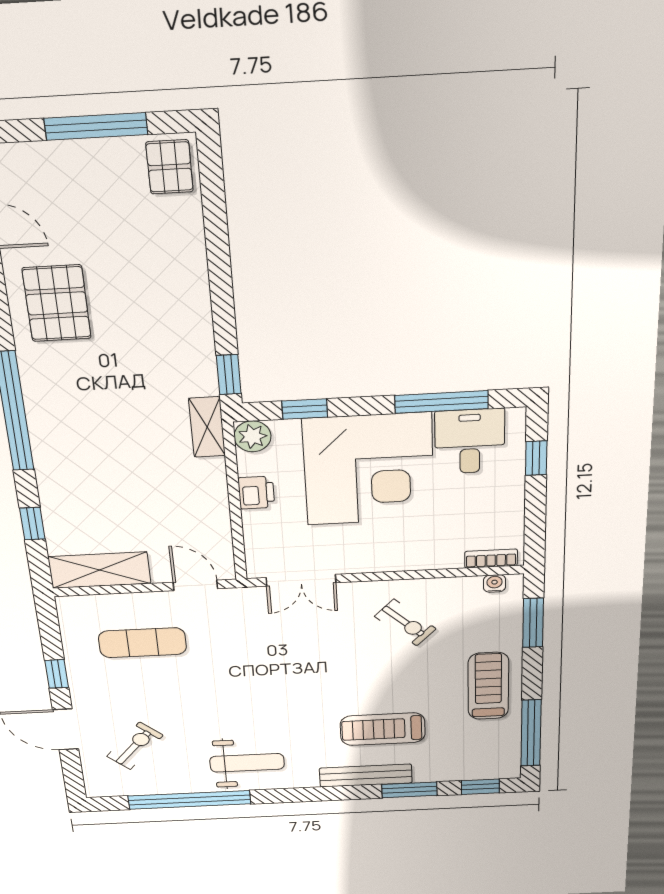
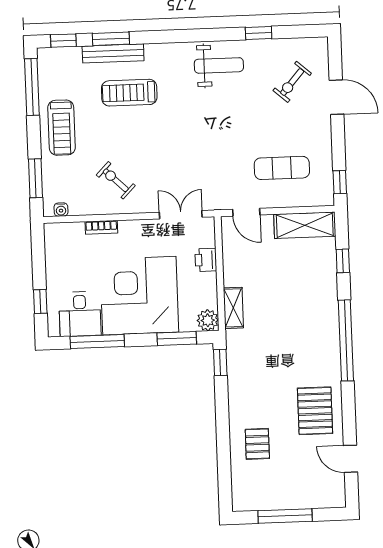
pallet: (170, 167) -> (257, 444), moved
window: (305, 409) -> (177, 338), width x1.50
shelving: (207, 427) -> (233, 308), moved
printer: (256, 493) -> (206, 260), moved
bookcase: (491, 558) -> (101, 227), moved
window: (57, 674) -> (340, 182), moved
treadmill: (383, 729) -> (129, 93), turned 180
weight bench: (247, 763) -> (219, 65), turned 180
bench: (366, 776) -> (113, 53), moved
window: (189, 800) -> (259, 33), width x0.32

